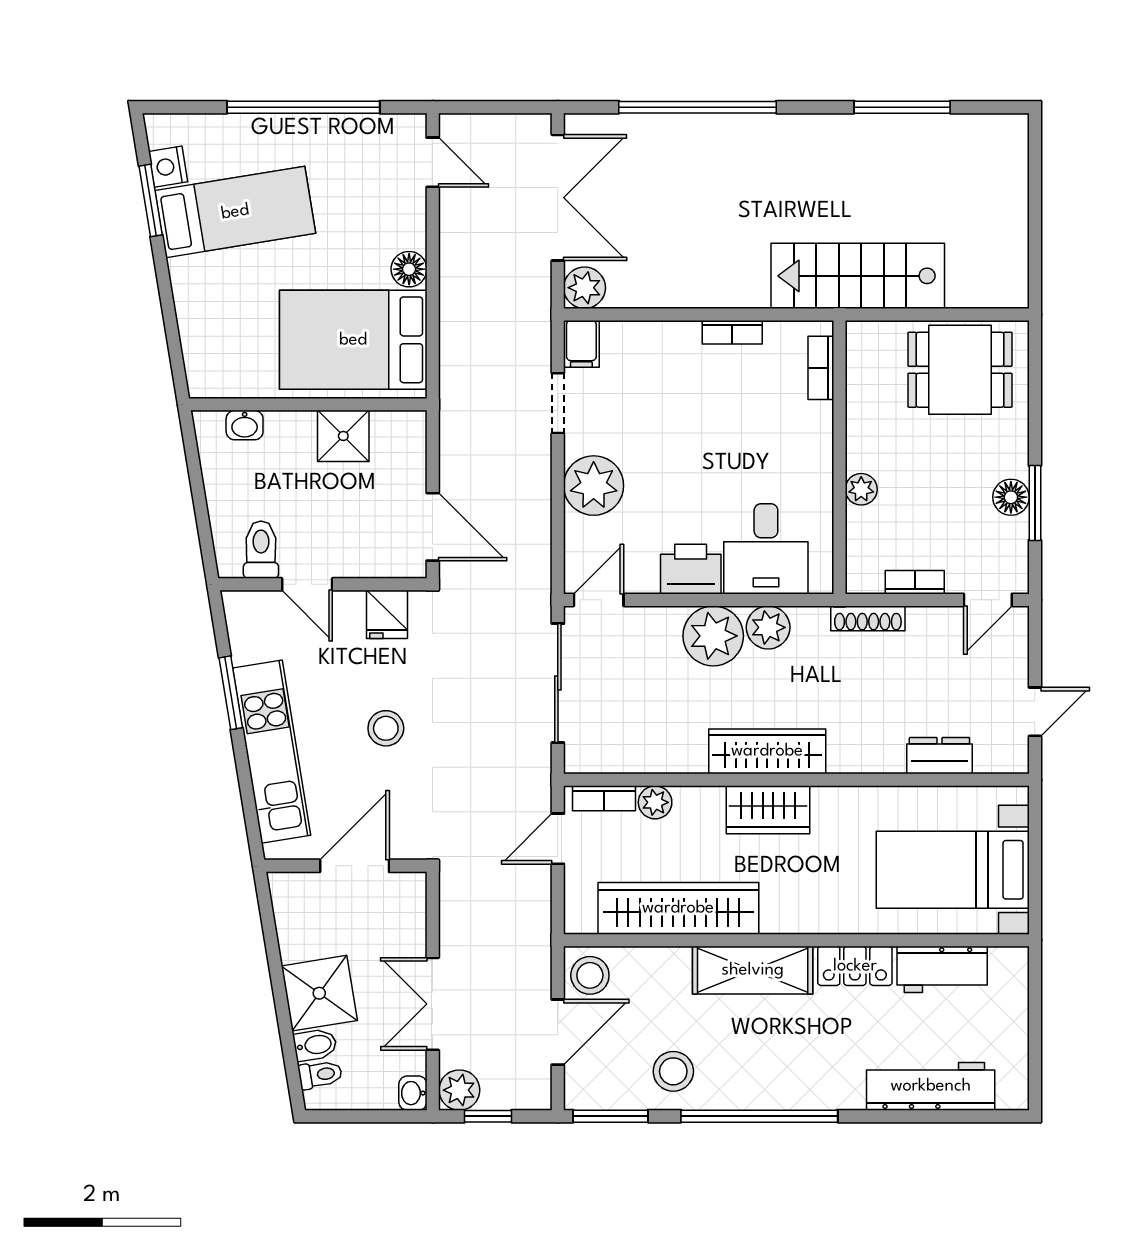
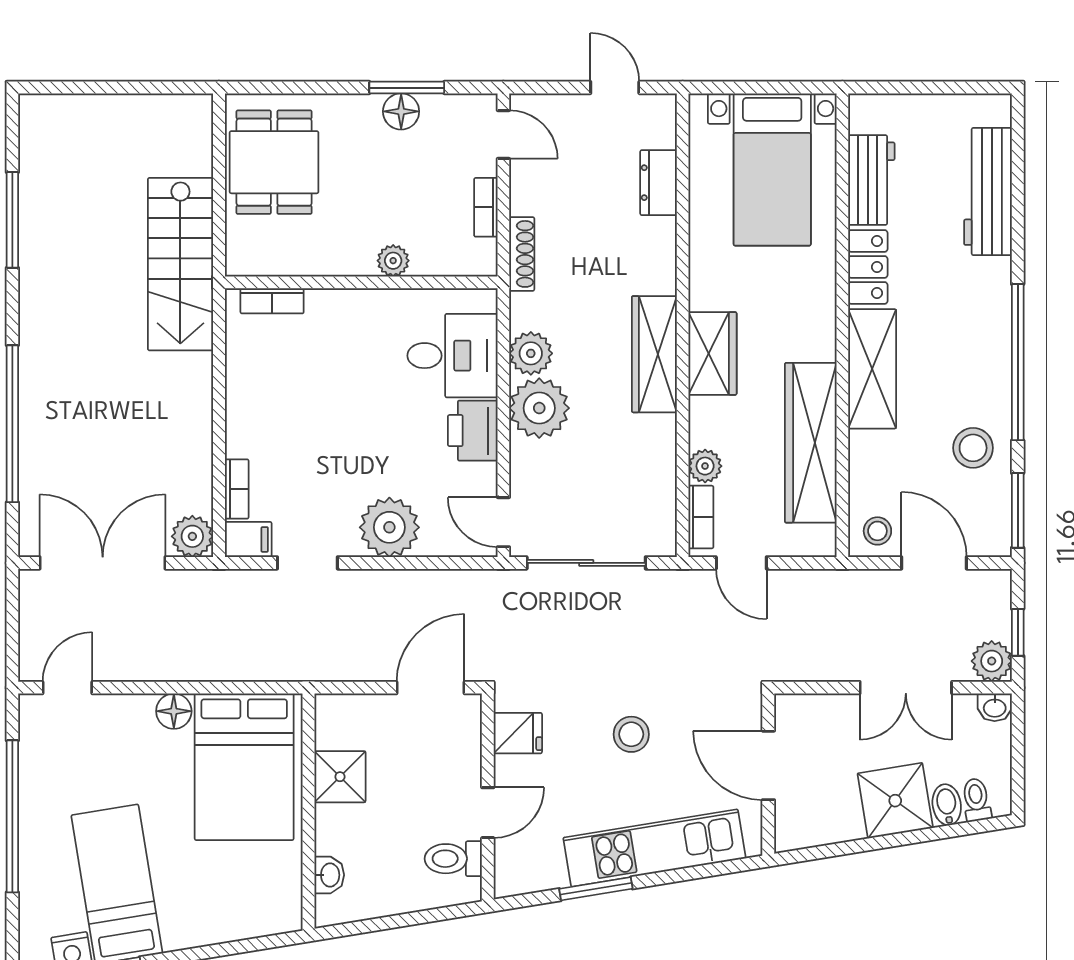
bookcase: (732, 332) -> (237, 489), moved
stool: (590, 975) -> (877, 531), width x0.73, depth x0.73

